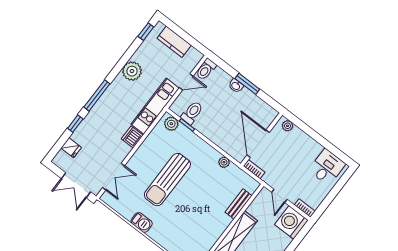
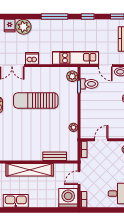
plant: (132, 71) -> (23, 27), moved
window: (75, 124) -> (88, 17), moved
dishwasher: (132, 137) -> (32, 58), moved
door: (258, 144) -> (101, 140), width x0.53

